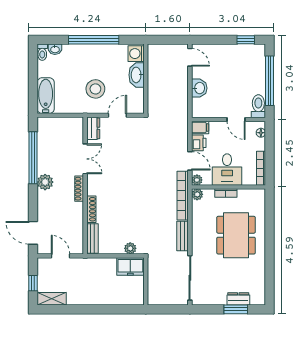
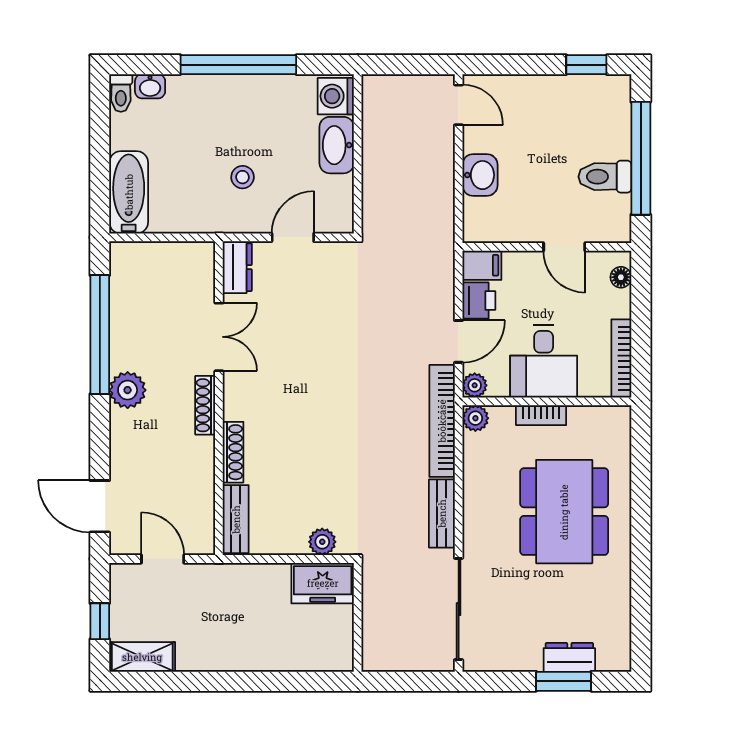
stool: (95, 89) -> (243, 177), width x0.53, depth x0.53
toilet: (258, 106) -> (605, 177), moved, turned -90
door: (190, 161) -> (459, 341), hinge flipped

